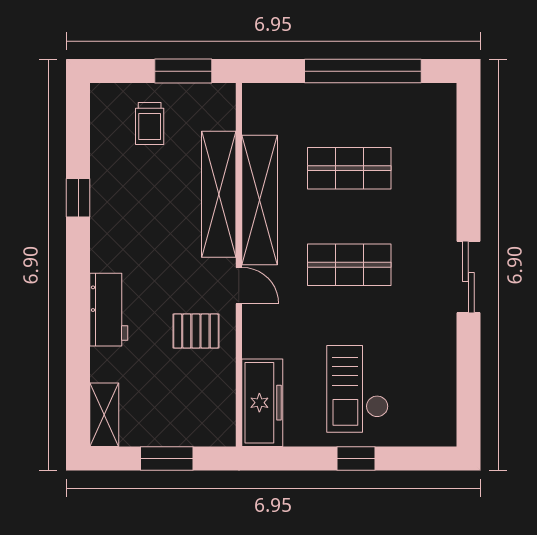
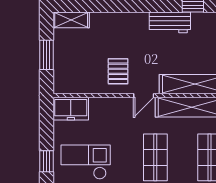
workbench: (109, 310) -> (170, 22), moved
freezer: (262, 403) -> (71, 109), width x0.71

